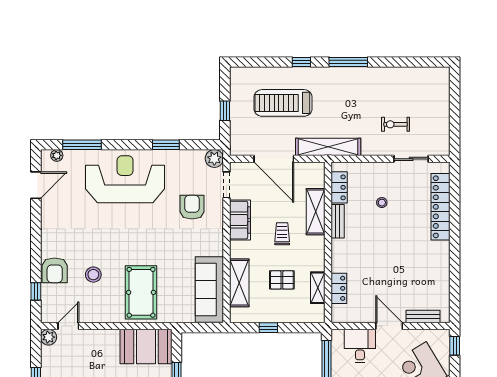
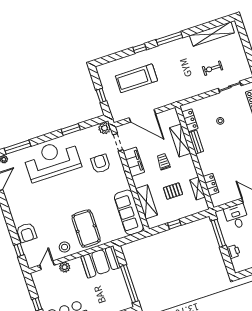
shelving: (328, 147) -> (212, 34), moved
stool: (93, 275) -> (65, 247), moved
plant: (49, 337) -> (65, 267), moved

